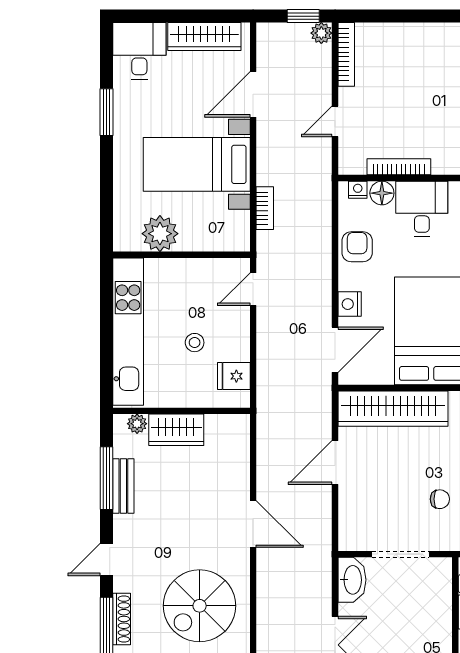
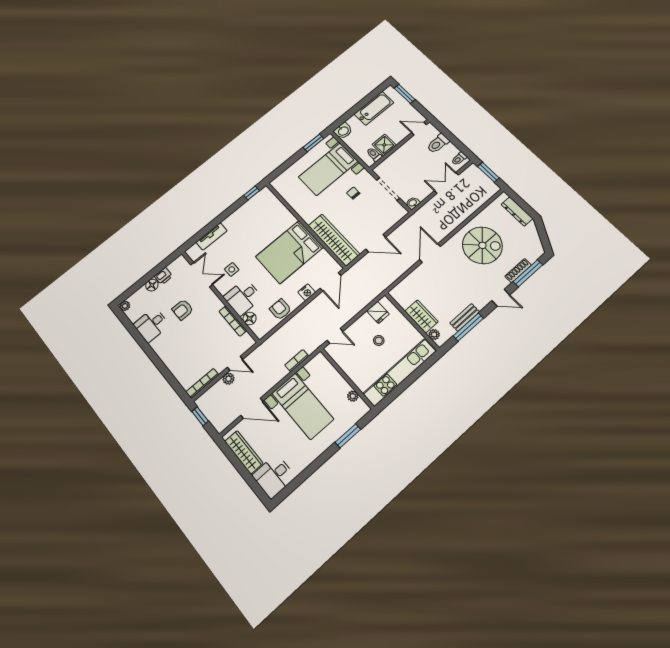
plant: (321, 33) -> (229, 379), moved
window: (107, 112) -> (348, 436), moved
nightstand: (358, 190) -> (256, 329), removed
plant: (160, 234) -> (353, 396), width x0.53, depth x0.53
armchair: (357, 247) -> (280, 309), turned 90
door: (335, 350) -> (331, 282), swing flipped
washbasin: (352, 580) -> (413, 203), width x0.52, depth x0.69

